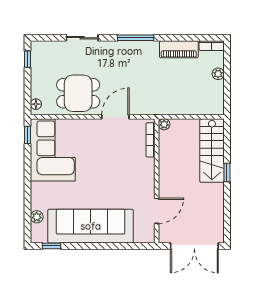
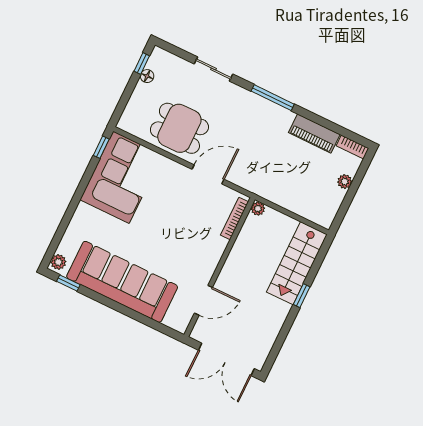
floor lamp: (36, 104) -> (147, 76), moved
plant: (37, 217) -> (58, 262), moved

